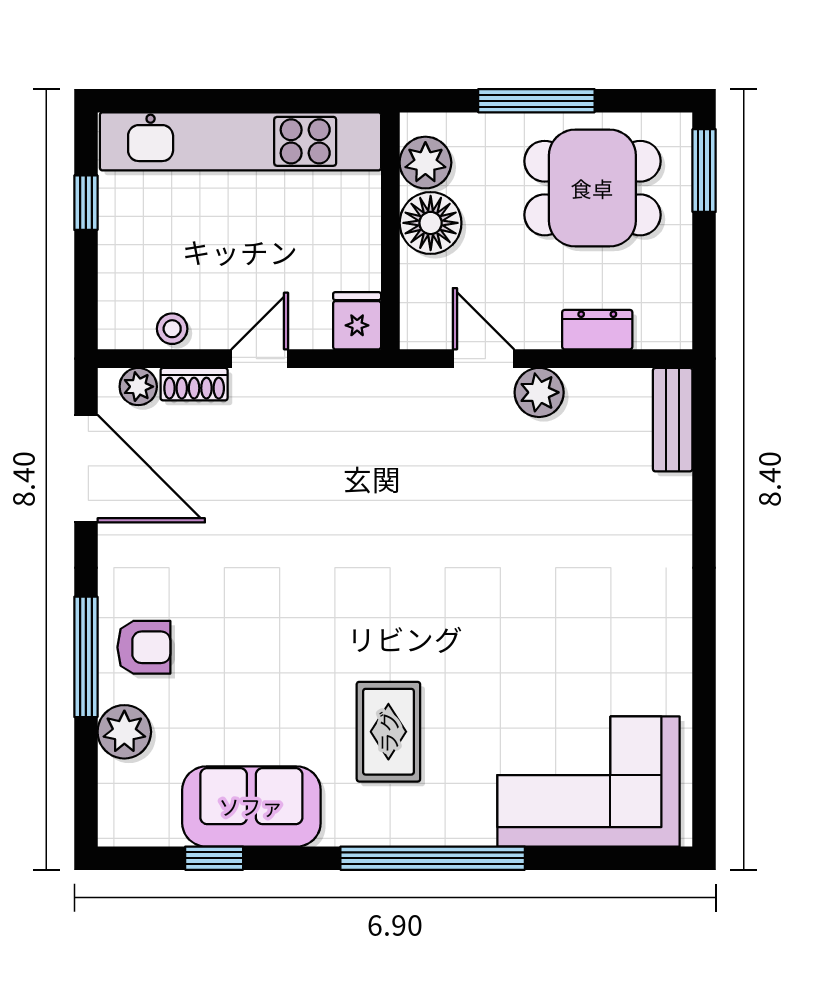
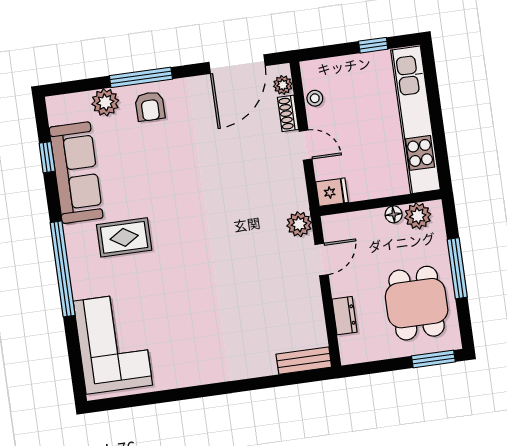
floor lamp: (431, 223) -> (394, 214), width x0.53, depth x0.53
plant: (539, 392) -> (299, 224), moved
sofa: (251, 806) -> (76, 173), width x1.36

